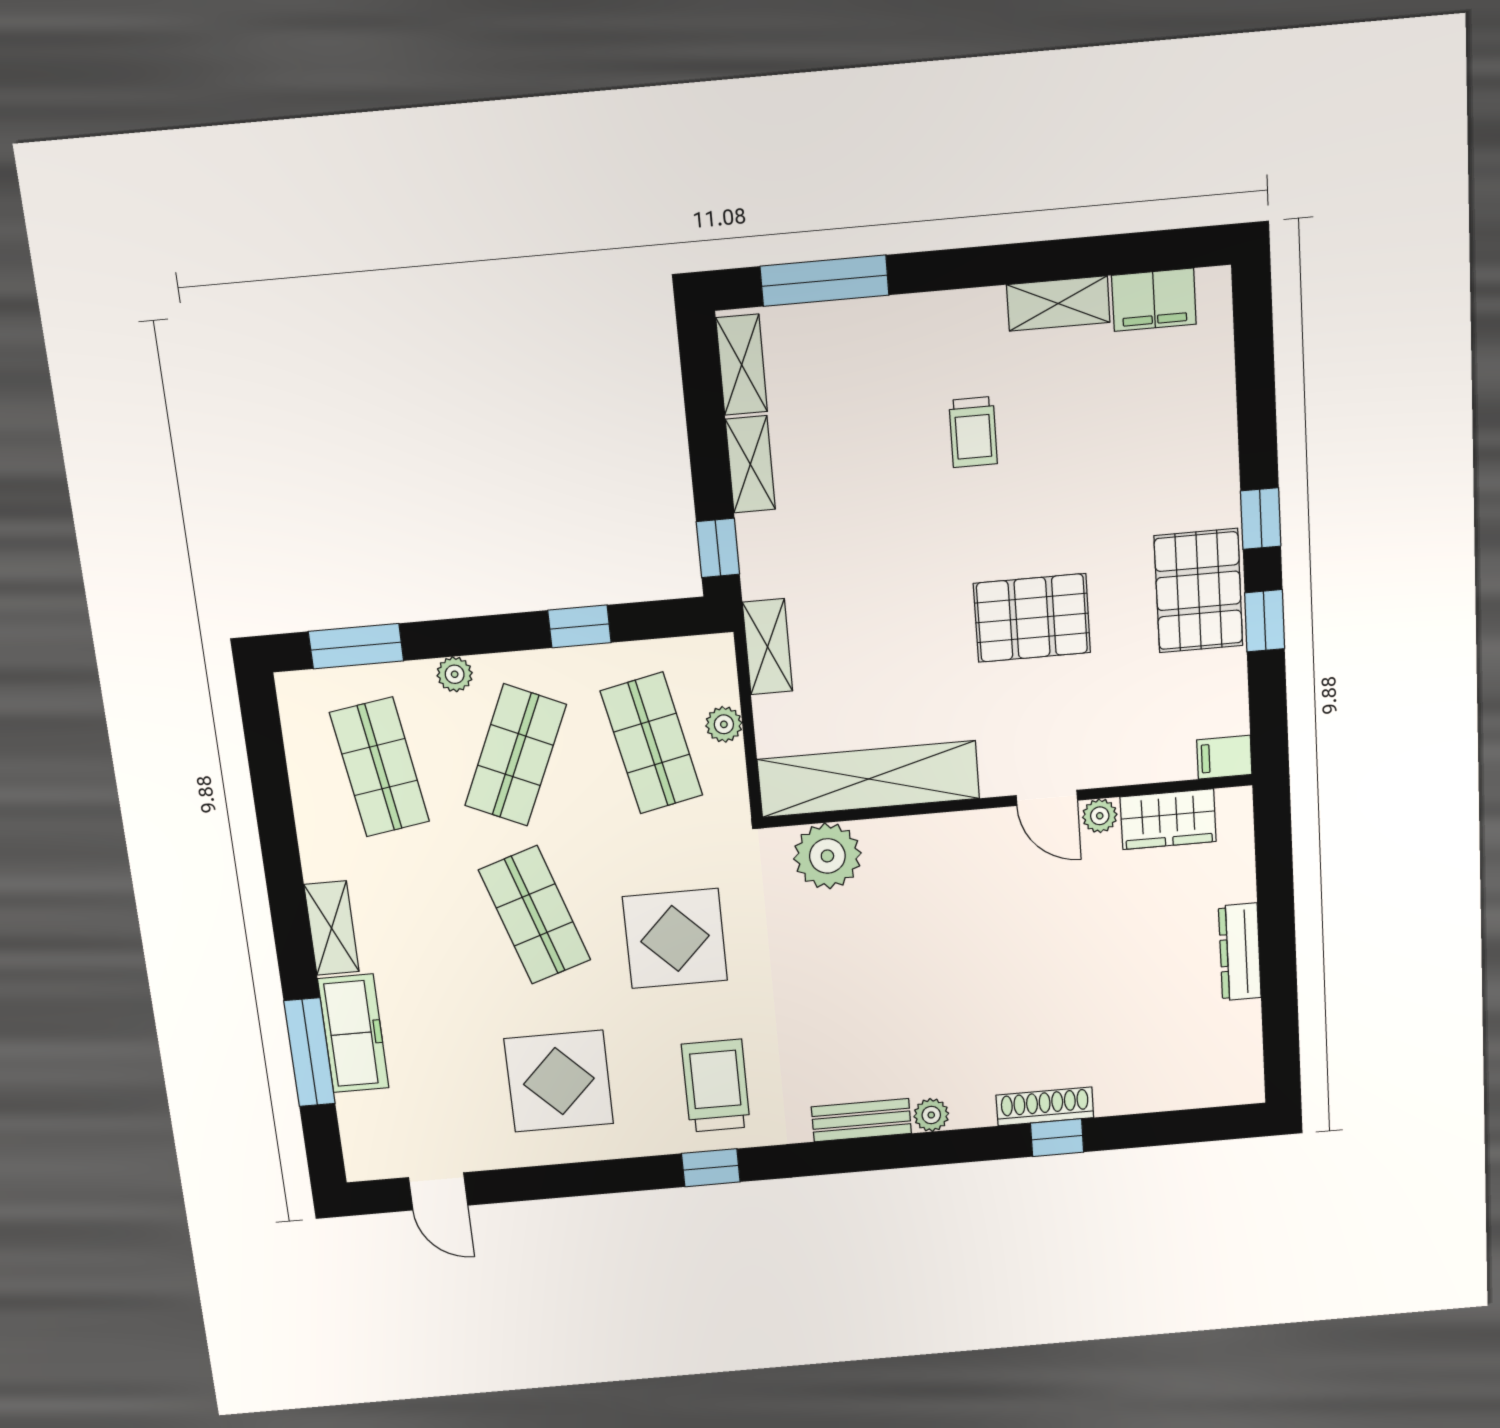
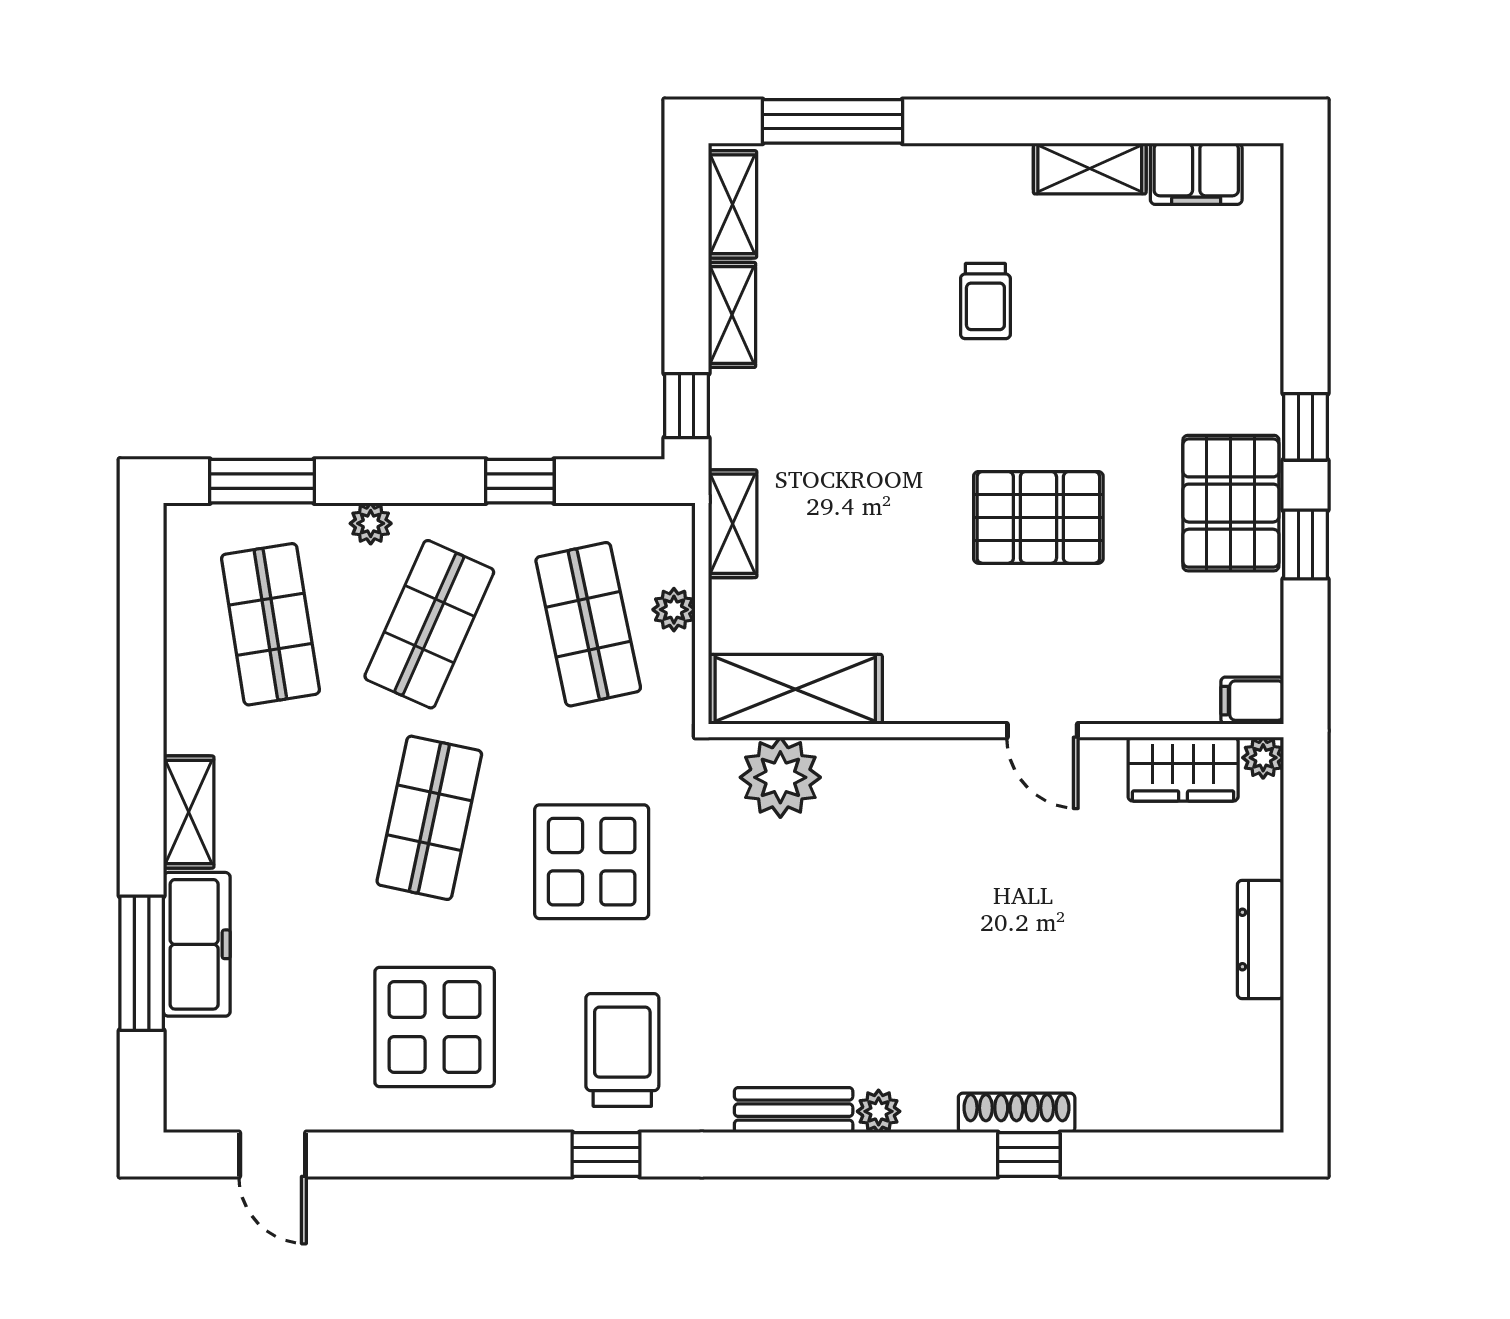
shelving: (868, 779) -> (795, 689), width x0.68
plant: (1100, 816) -> (1263, 758), moved
shop shelf: (535, 915) -> (429, 818), turned 30

